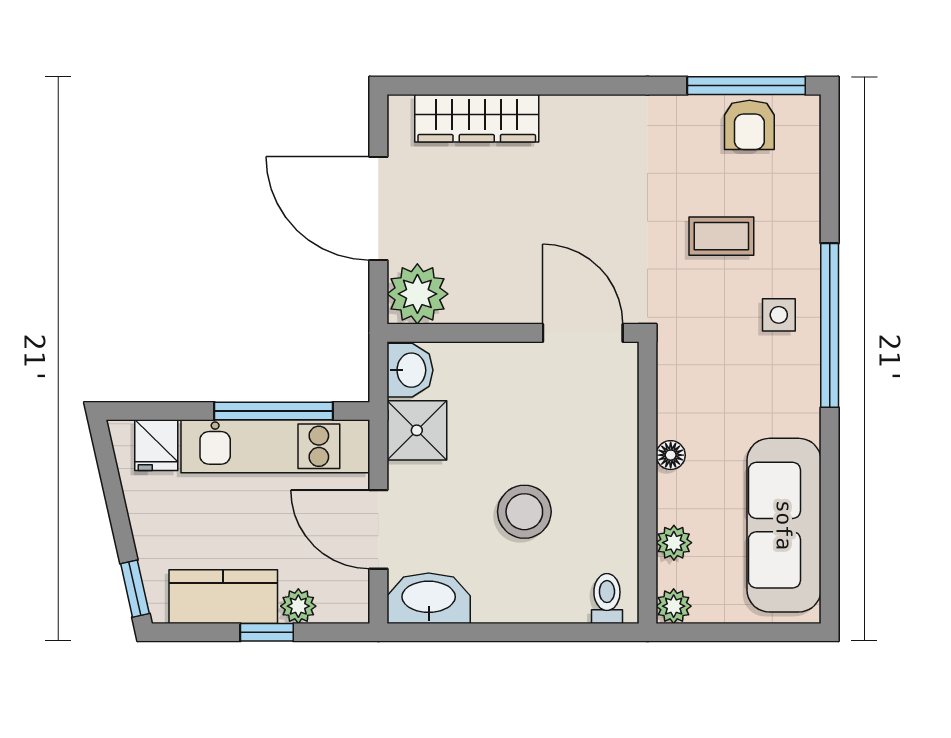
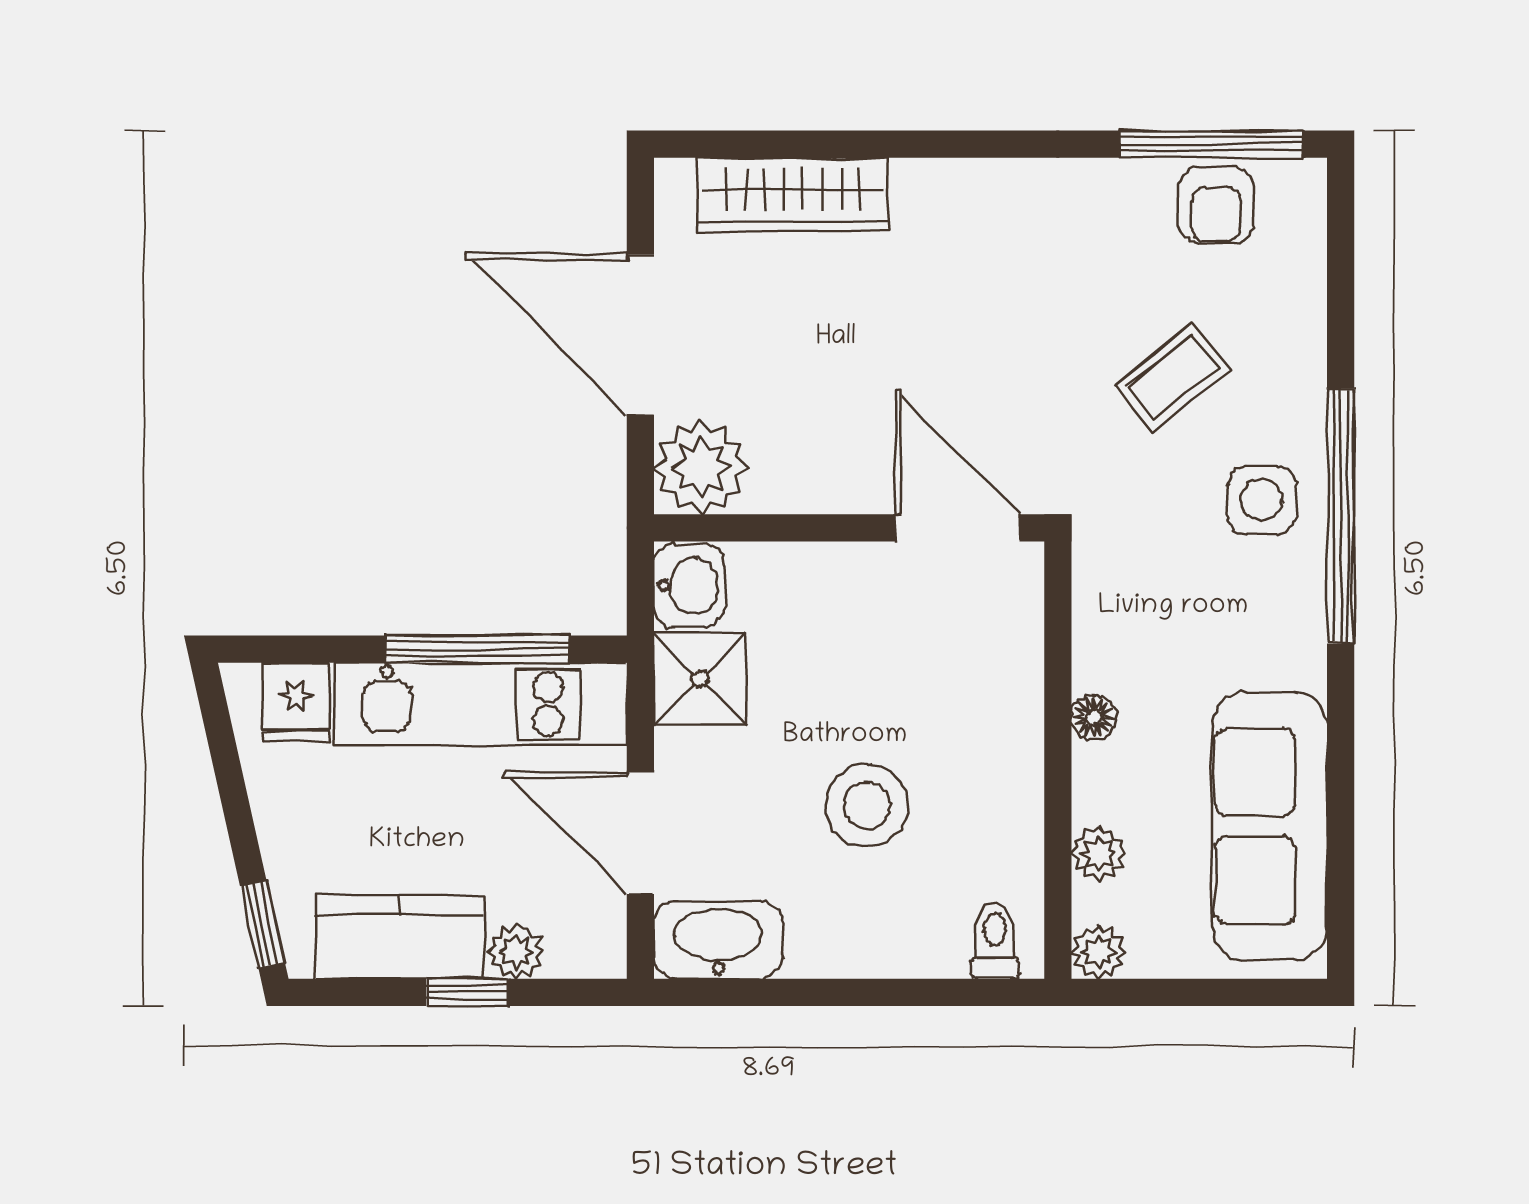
coffee table: (721, 236) -> (1173, 378), turned -39
side table: (779, 315) -> (1262, 500), width x1.37, depth x1.37

